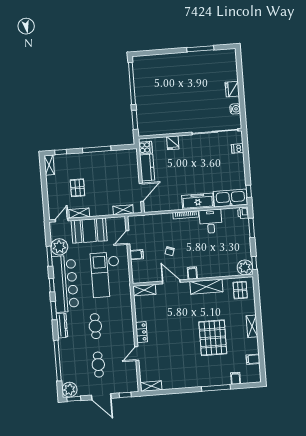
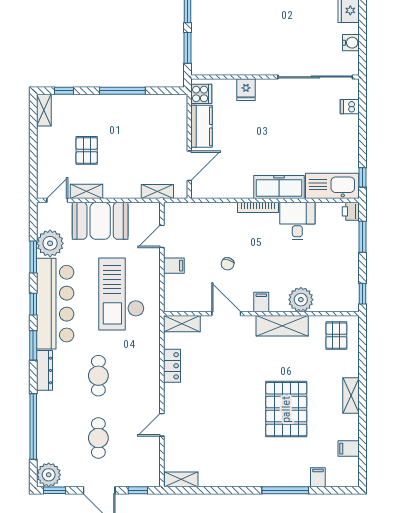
plant: (245, 267) -> (301, 300), moved
locker: (141, 332) -> (172, 366), moved

